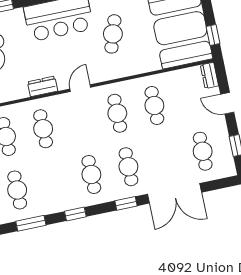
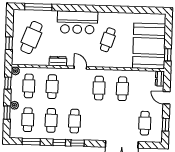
door: (80, 88) -> (80, 68), hinge flipped
cafe table: (128, 167) -> (51, 120), moved
window: (126, 203) -> (77, 143), moved

